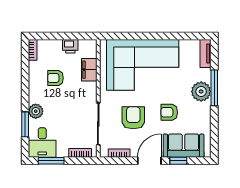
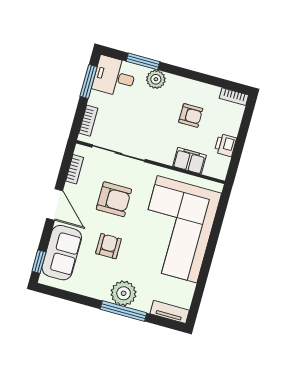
armchair: (55, 78) -> (191, 115), turned 90
window: (178, 161) -> (39, 262), moved

